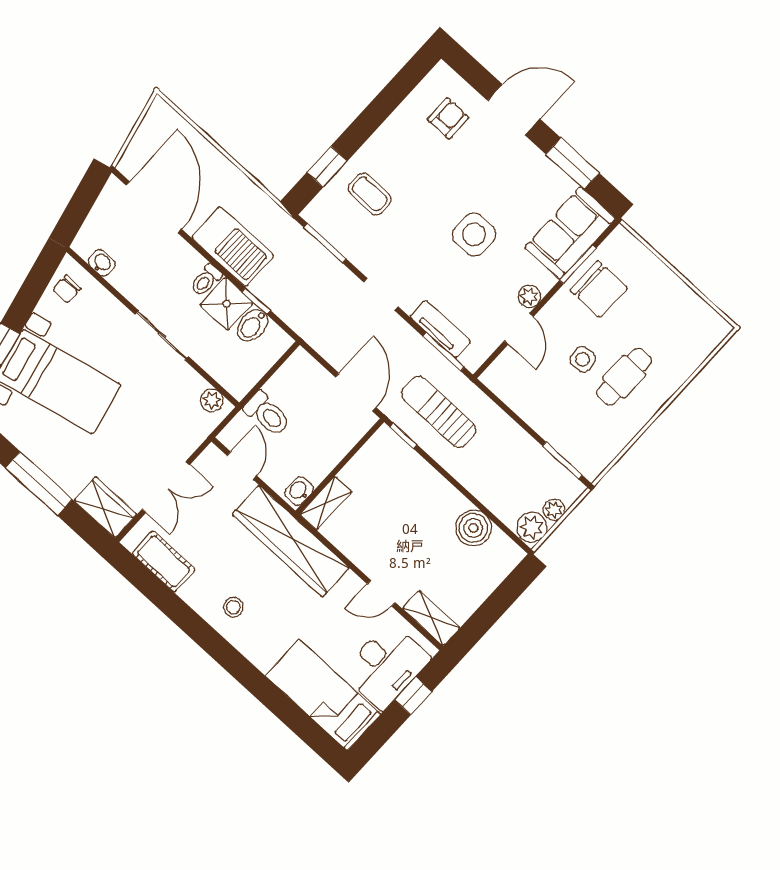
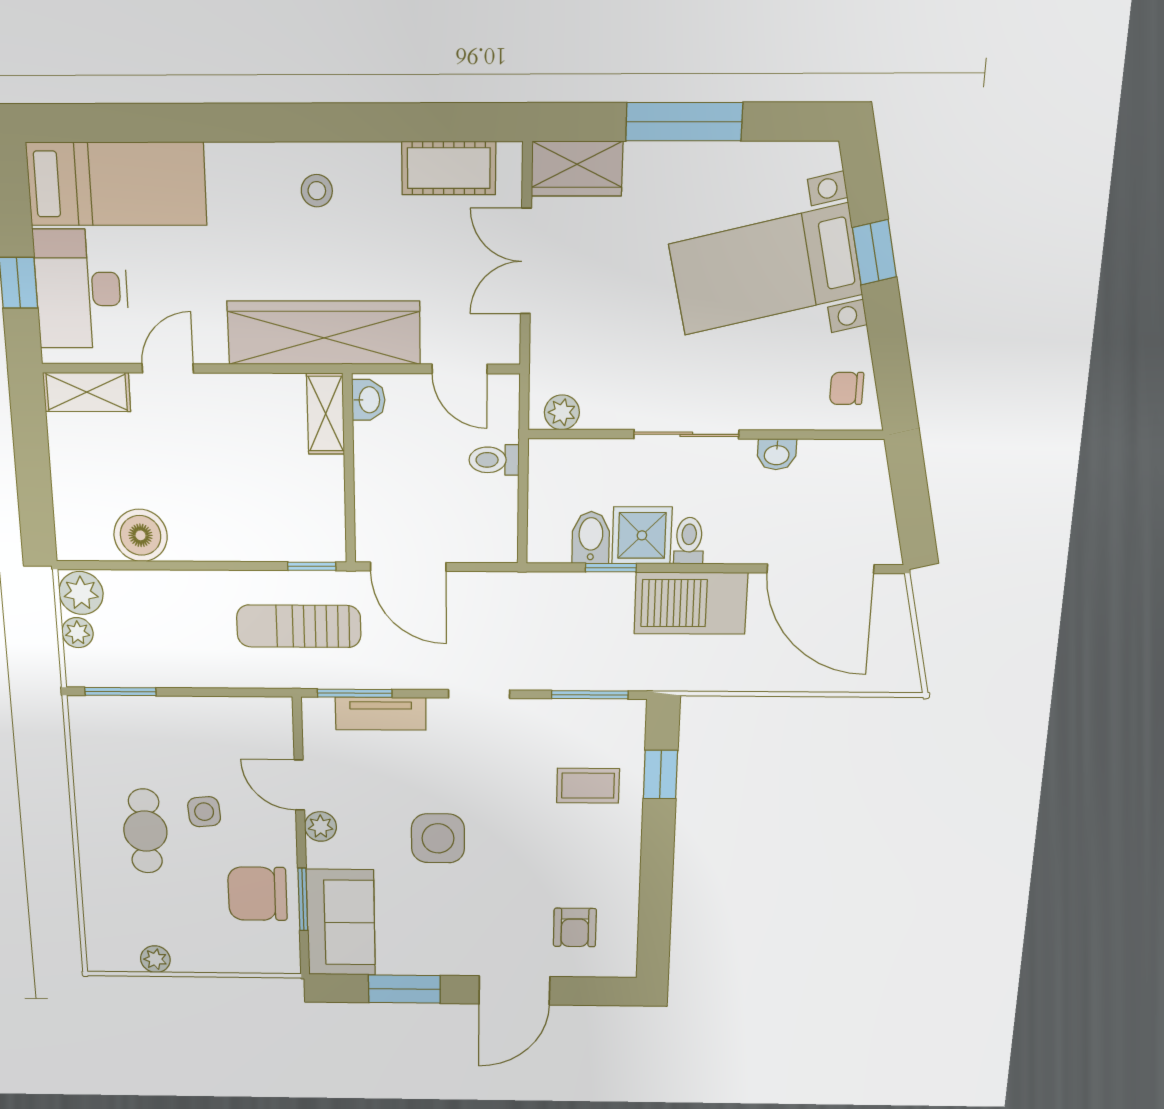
washbasin: (102, 263) -> (777, 454), moved
chair: (67, 289) -> (847, 388), turned -90
plant: (691, 302) -> (155, 959), added
sun lounger: (439, 412) -> (299, 626), turned 180
toilet: (267, 414) -> (494, 460), width x0.73, depth x0.72

